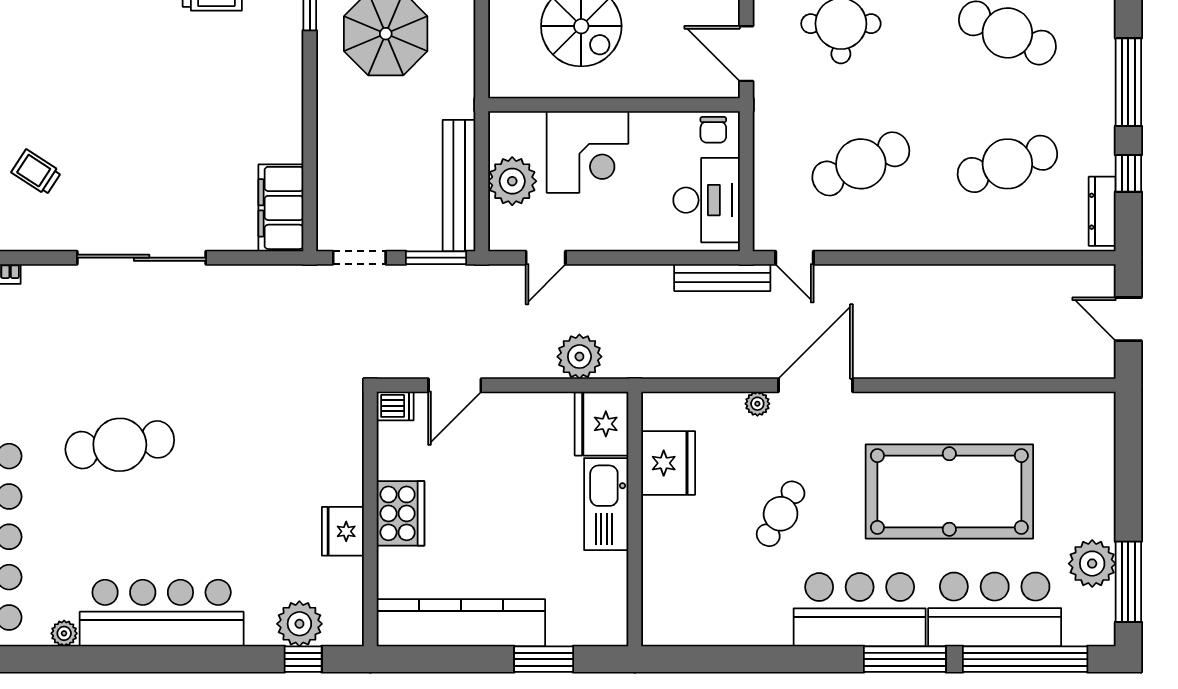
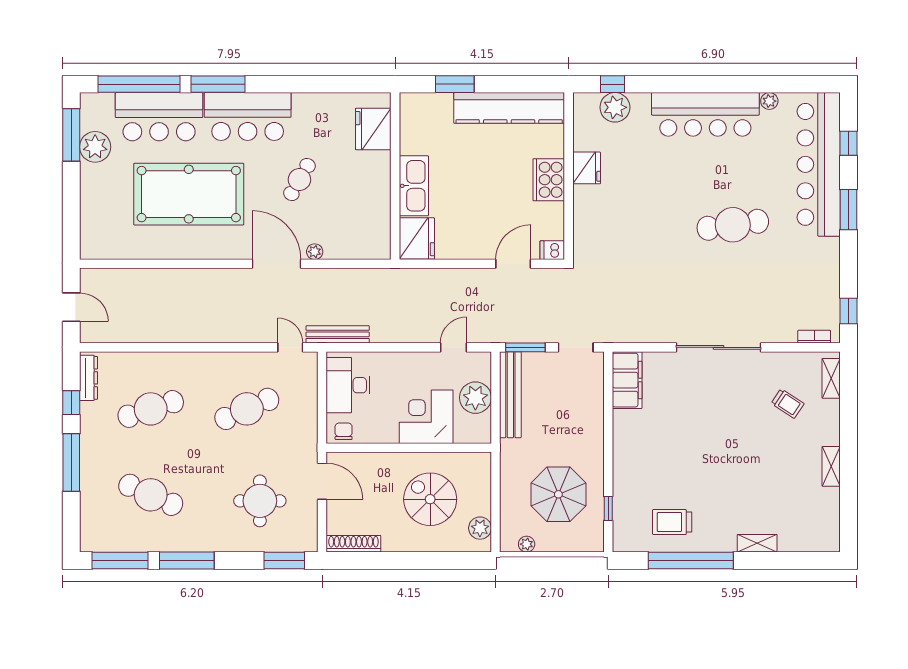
plant: (579, 357) -> (431, 283), removed
door: (816, 385) -> (277, 264), swing flipped
fridge: (668, 463) -> (373, 129), moved

